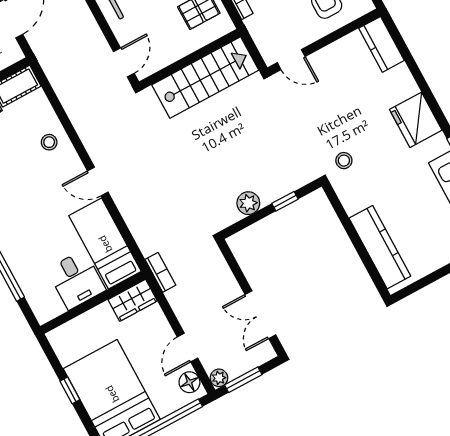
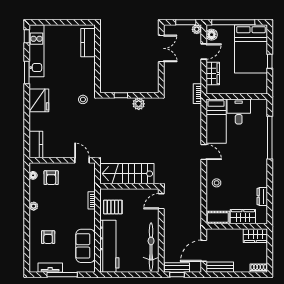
kitchen counter: (380, 247) -> (88, 43), width x0.67
wardrobe: (133, 300) -> (213, 73), moved, turned 90

